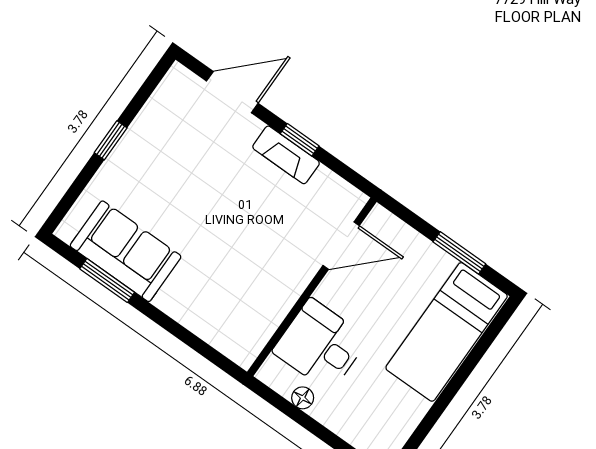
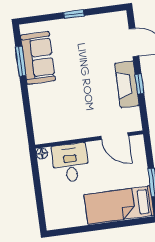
fireplace: (286, 155) -> (127, 84), width x1.37, depth x1.32
floor lamp: (303, 398) -> (42, 153), moved

